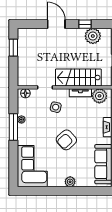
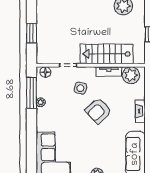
window: (13, 48) -> (32, 33), moved
window: (13, 127) -> (32, 93), moved
armchair: (66, 140) -> (98, 111), moved

